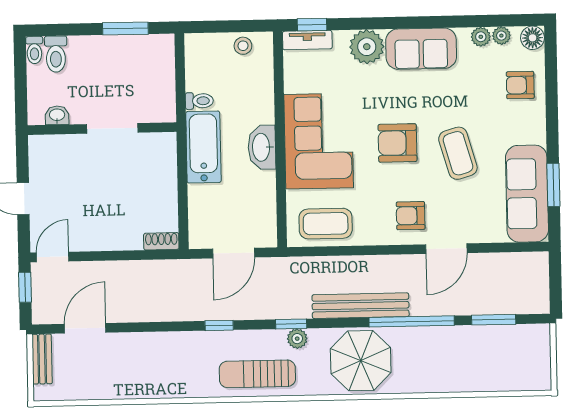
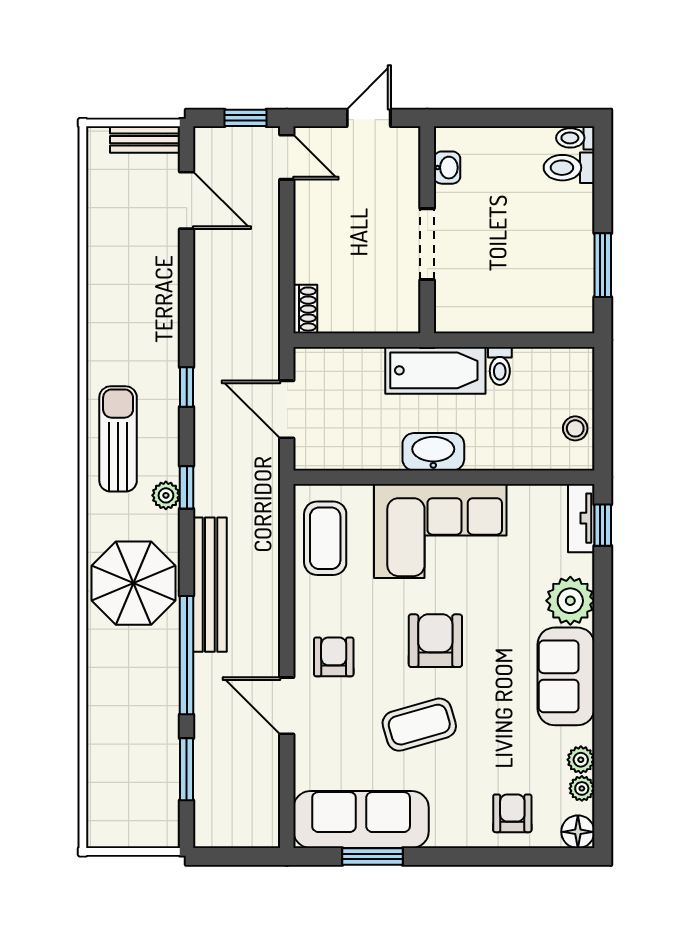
washbasin: (57, 115) -> (447, 168), moved
doorway: (112, 128) -> (427, 244), moved
wall: (102, 129) -> (427, 230), moved

